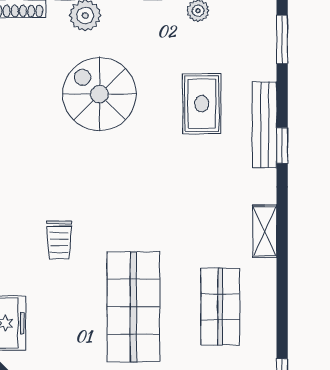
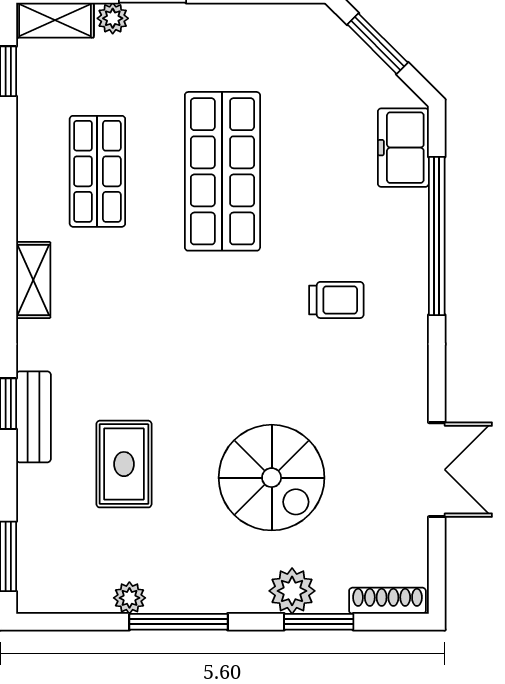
bench: (265, 125) -> (33, 417), width x0.73
trolley: (59, 240) -> (336, 300), moved, turned 90

